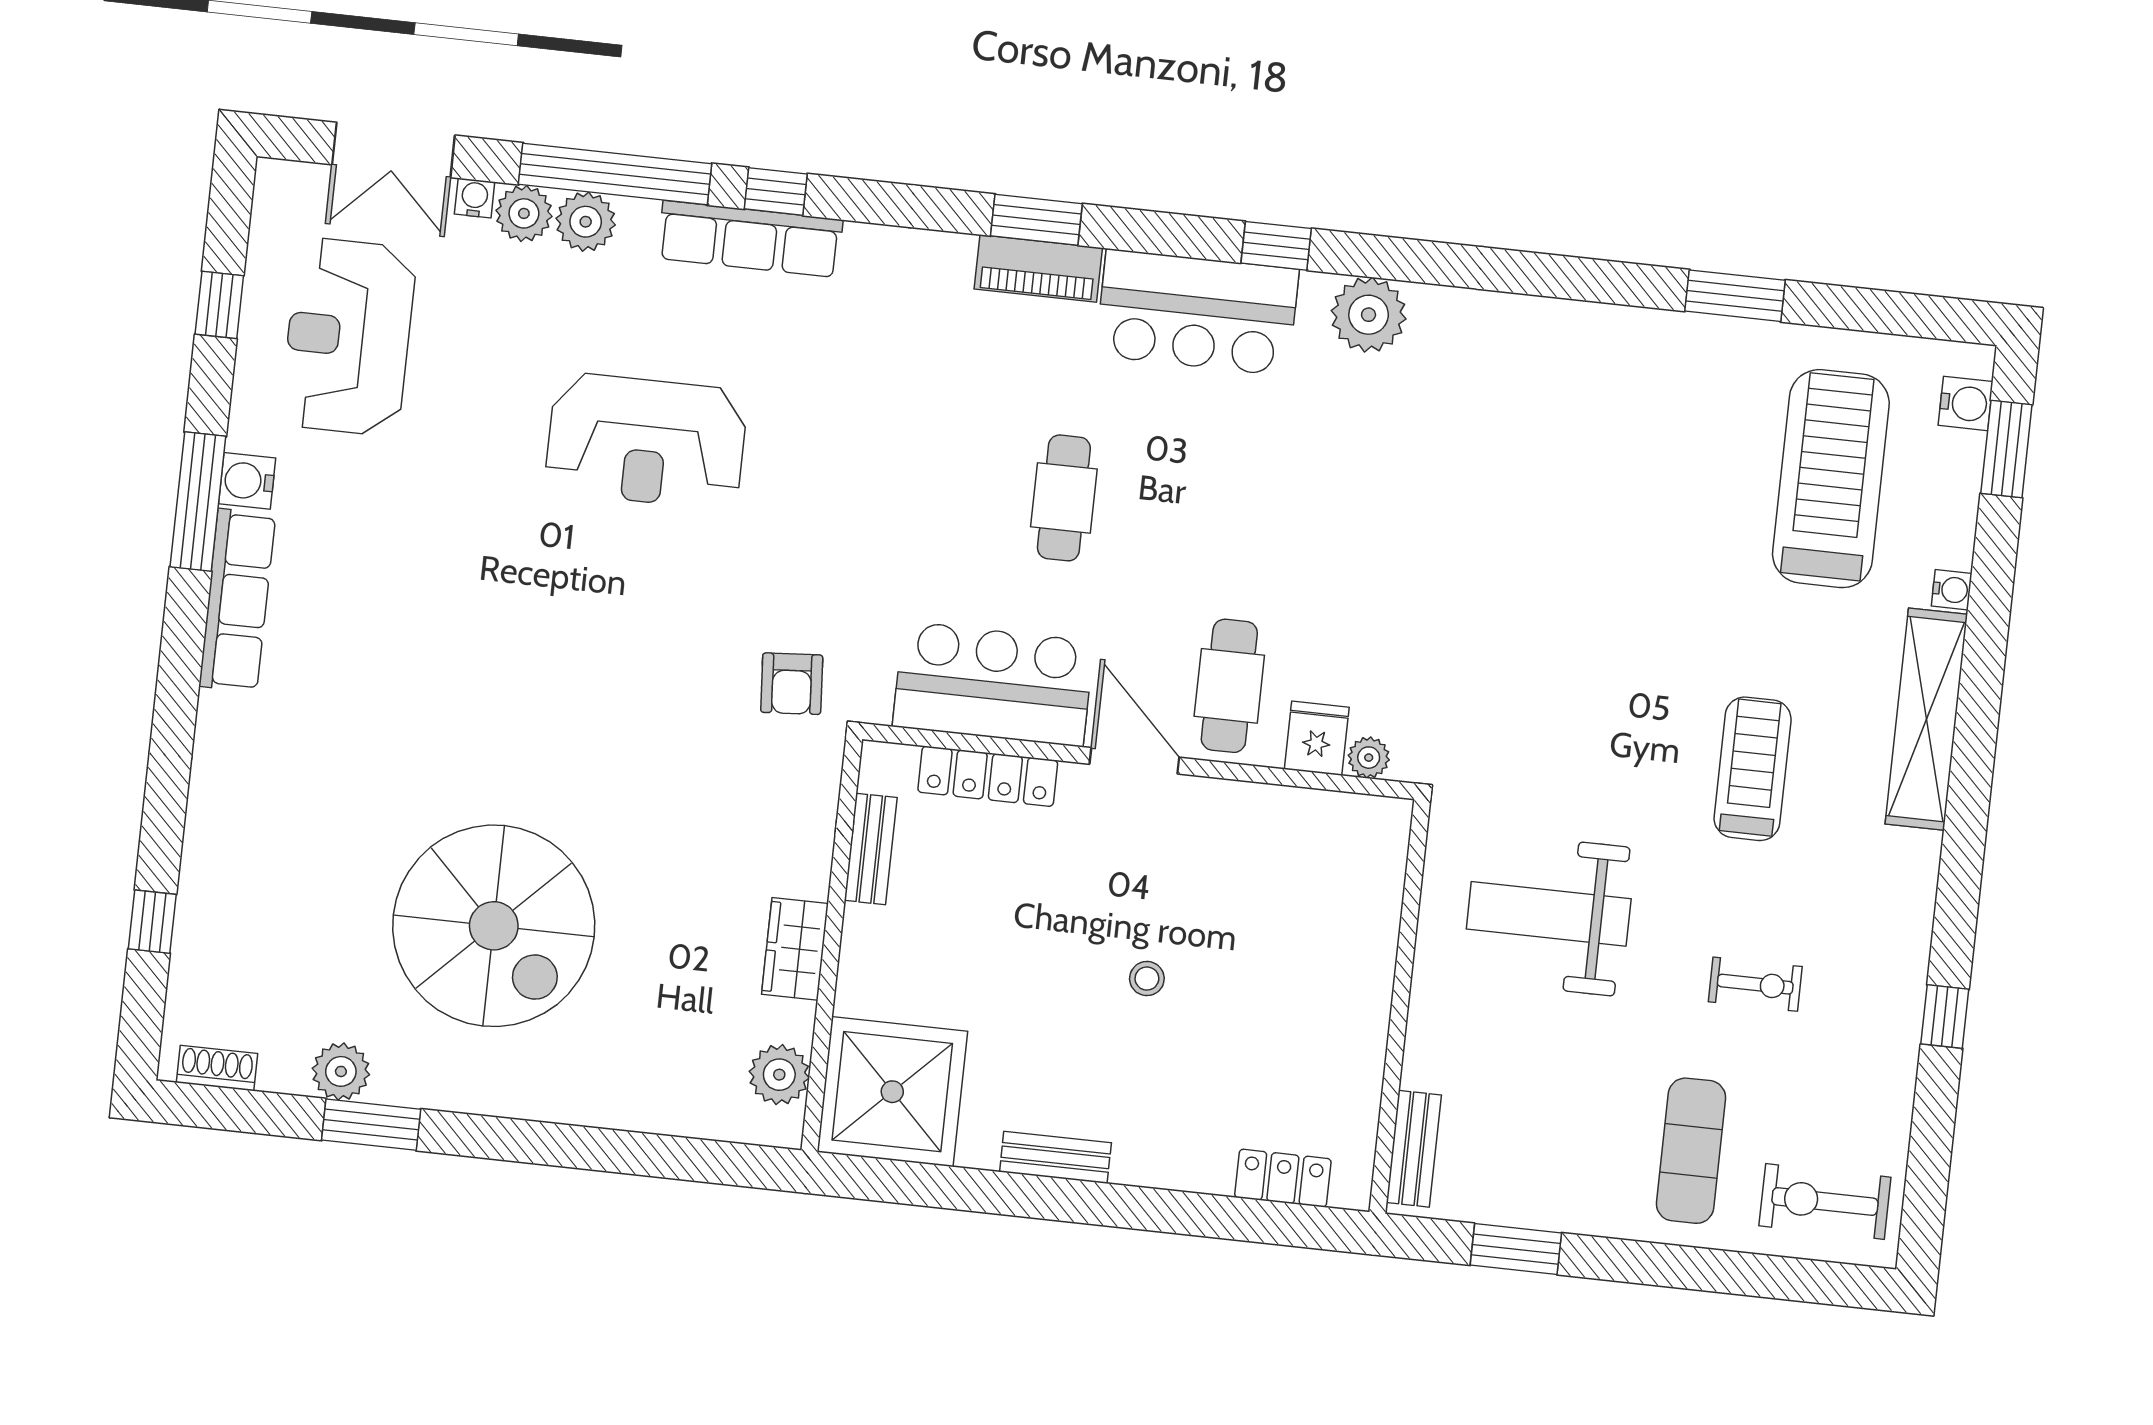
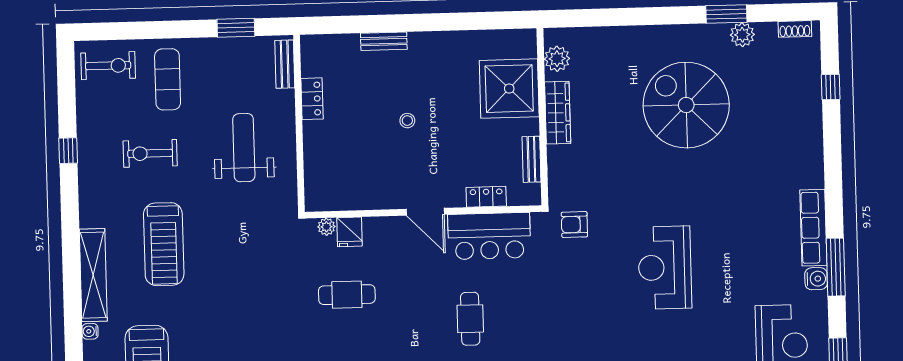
reception desk: (646, 441) -> (665, 268), moved, turned -90
armchair: (792, 684) -> (574, 225), turned -86
cafe table: (1229, 686) -> (347, 295), moved, turned 90
treadmill: (1753, 769) -> (164, 244), width x1.37, depth x1.38
locker: (988, 776) -> (486, 197), width x0.66
weight bench: (1549, 914) -> (244, 148), moved, turned -90
wardrobe: (795, 949) -> (558, 113), width x1.50
exercise bike: (1755, 984) -> (150, 153), width x1.38, depth x1.39
shower: (892, 1092) -> (509, 89), moved
bench: (1055, 1157) -> (384, 41), moved
locker: (1283, 1178) -> (312, 99), moved, turned -90

